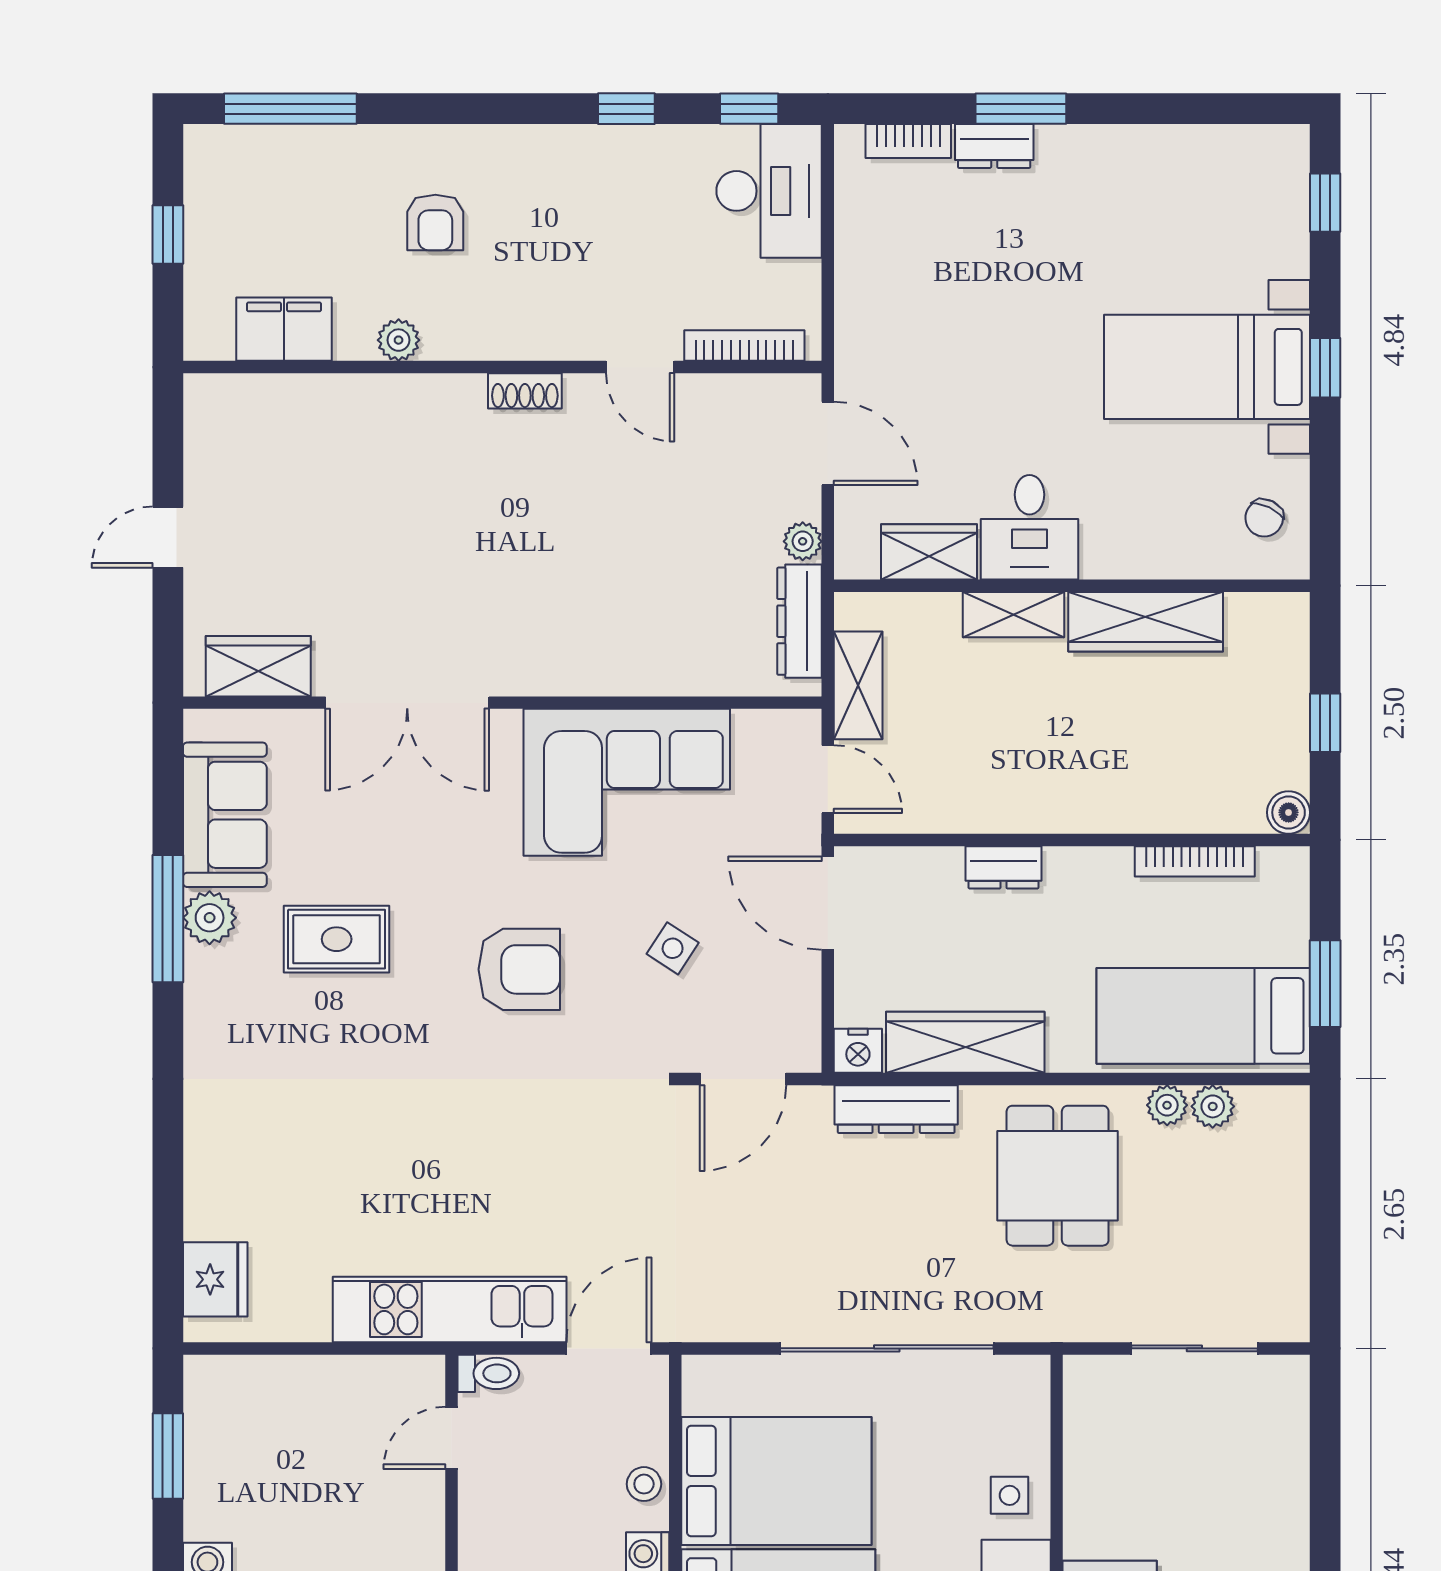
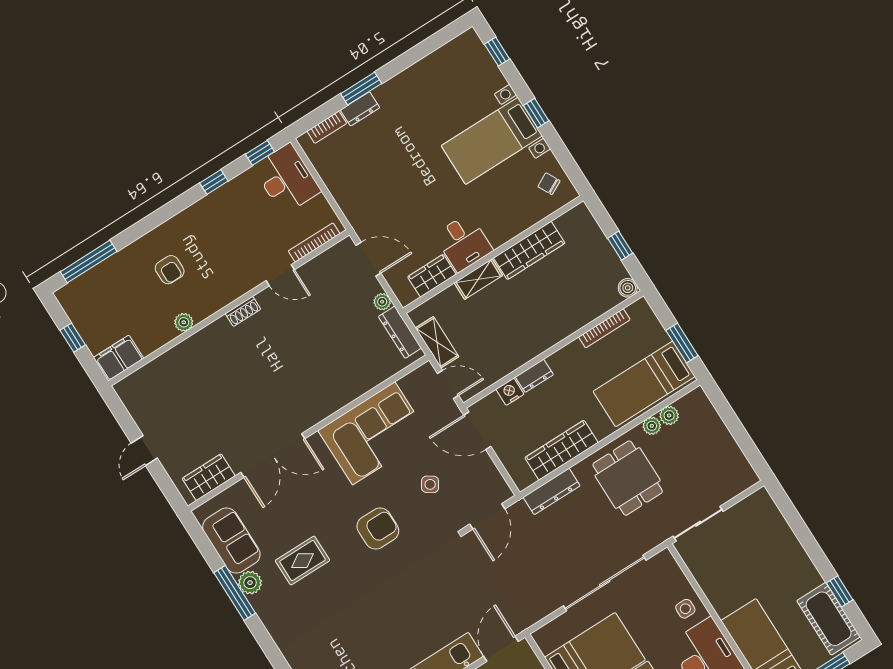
filing cabinet: (284, 329) -> (119, 358), moved
chair: (1264, 518) -> (549, 184), turned 126
nightstand: (858, 1051) -> (510, 392), moved, turned 180
sliding door: (1194, 1348) -> (698, 524), moved

